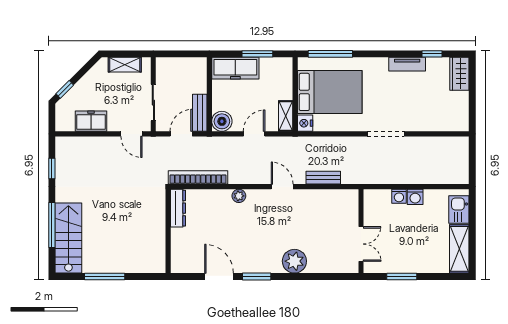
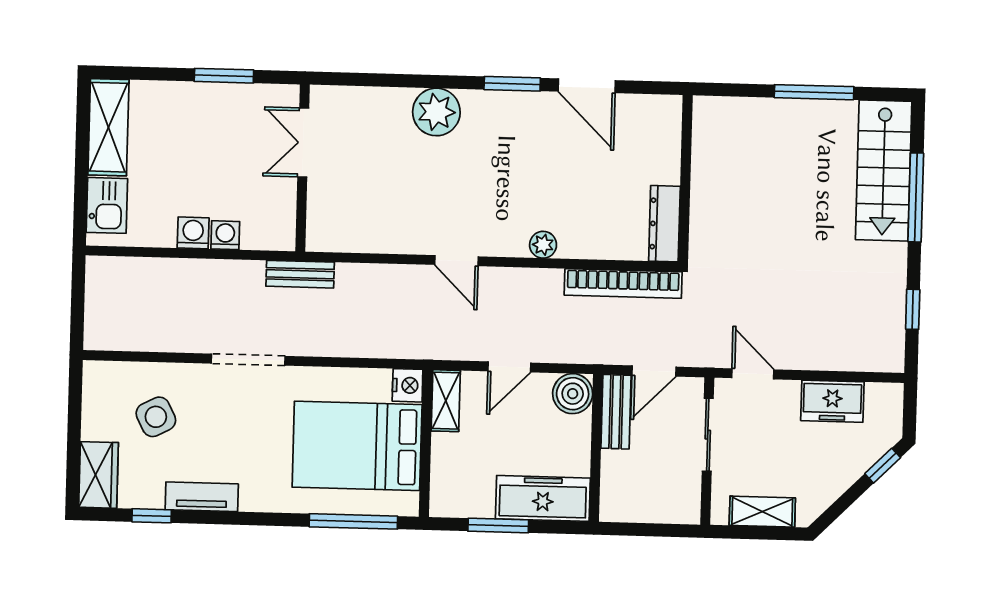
side table: (431, 104) -> (156, 417), added
bench: (323, 178) -> (300, 274), moved

